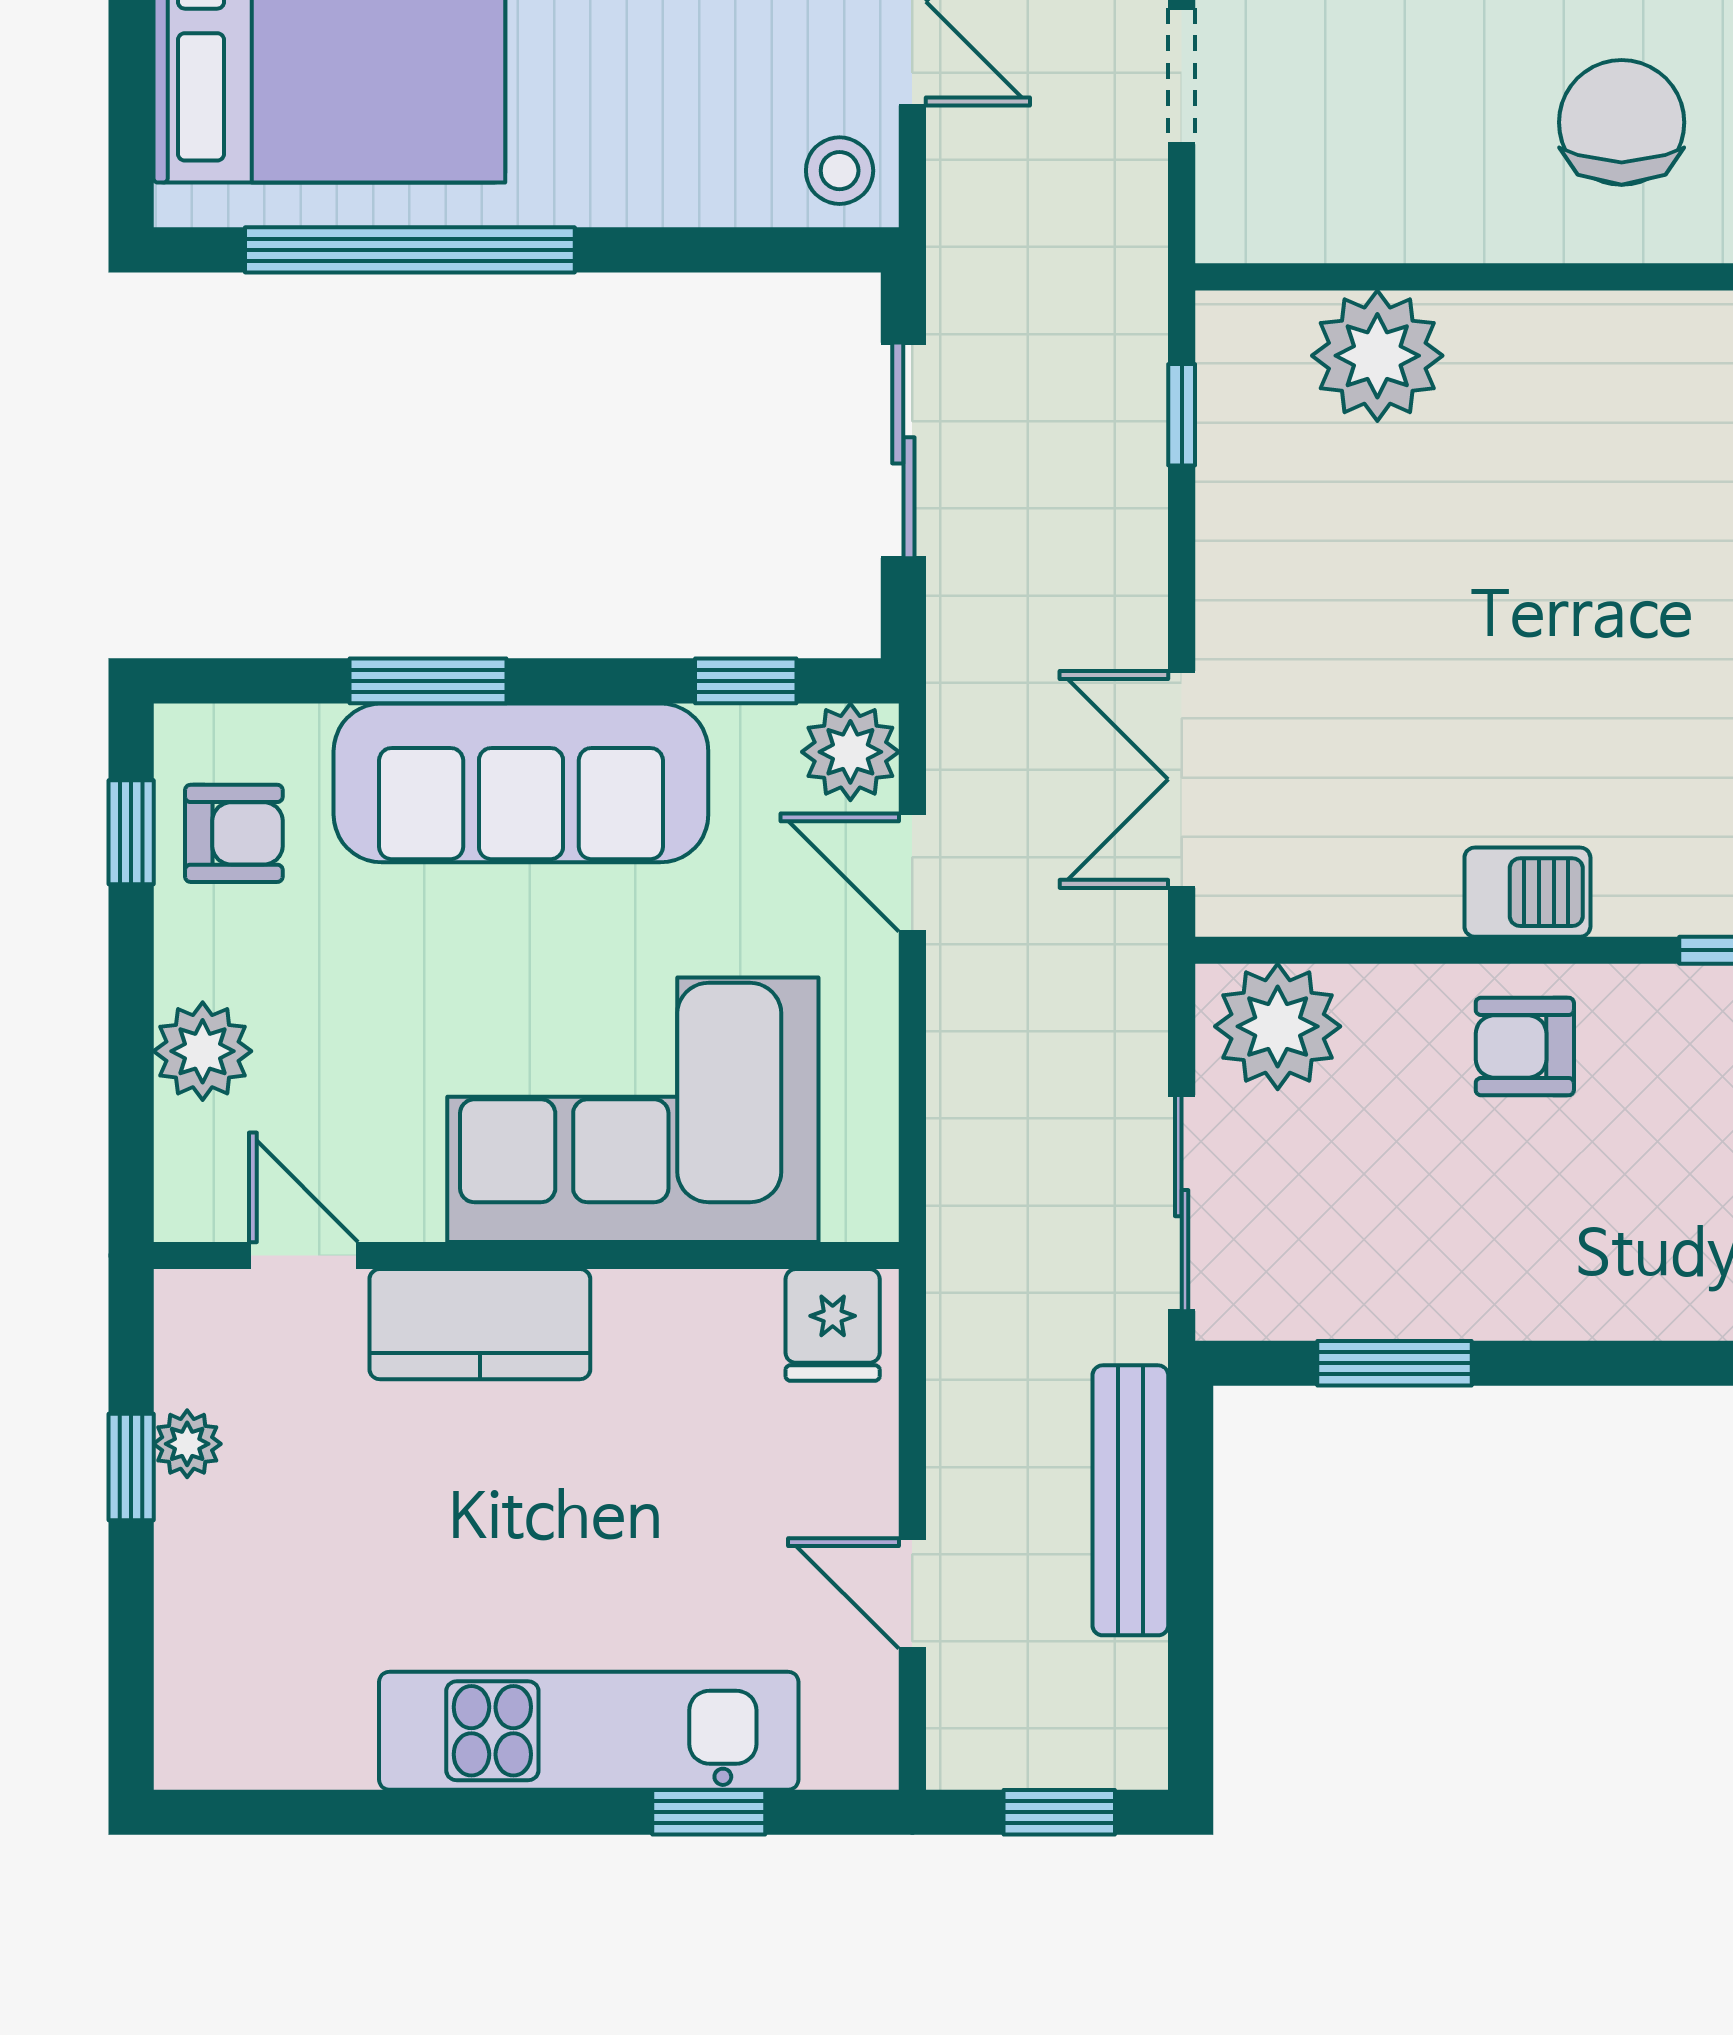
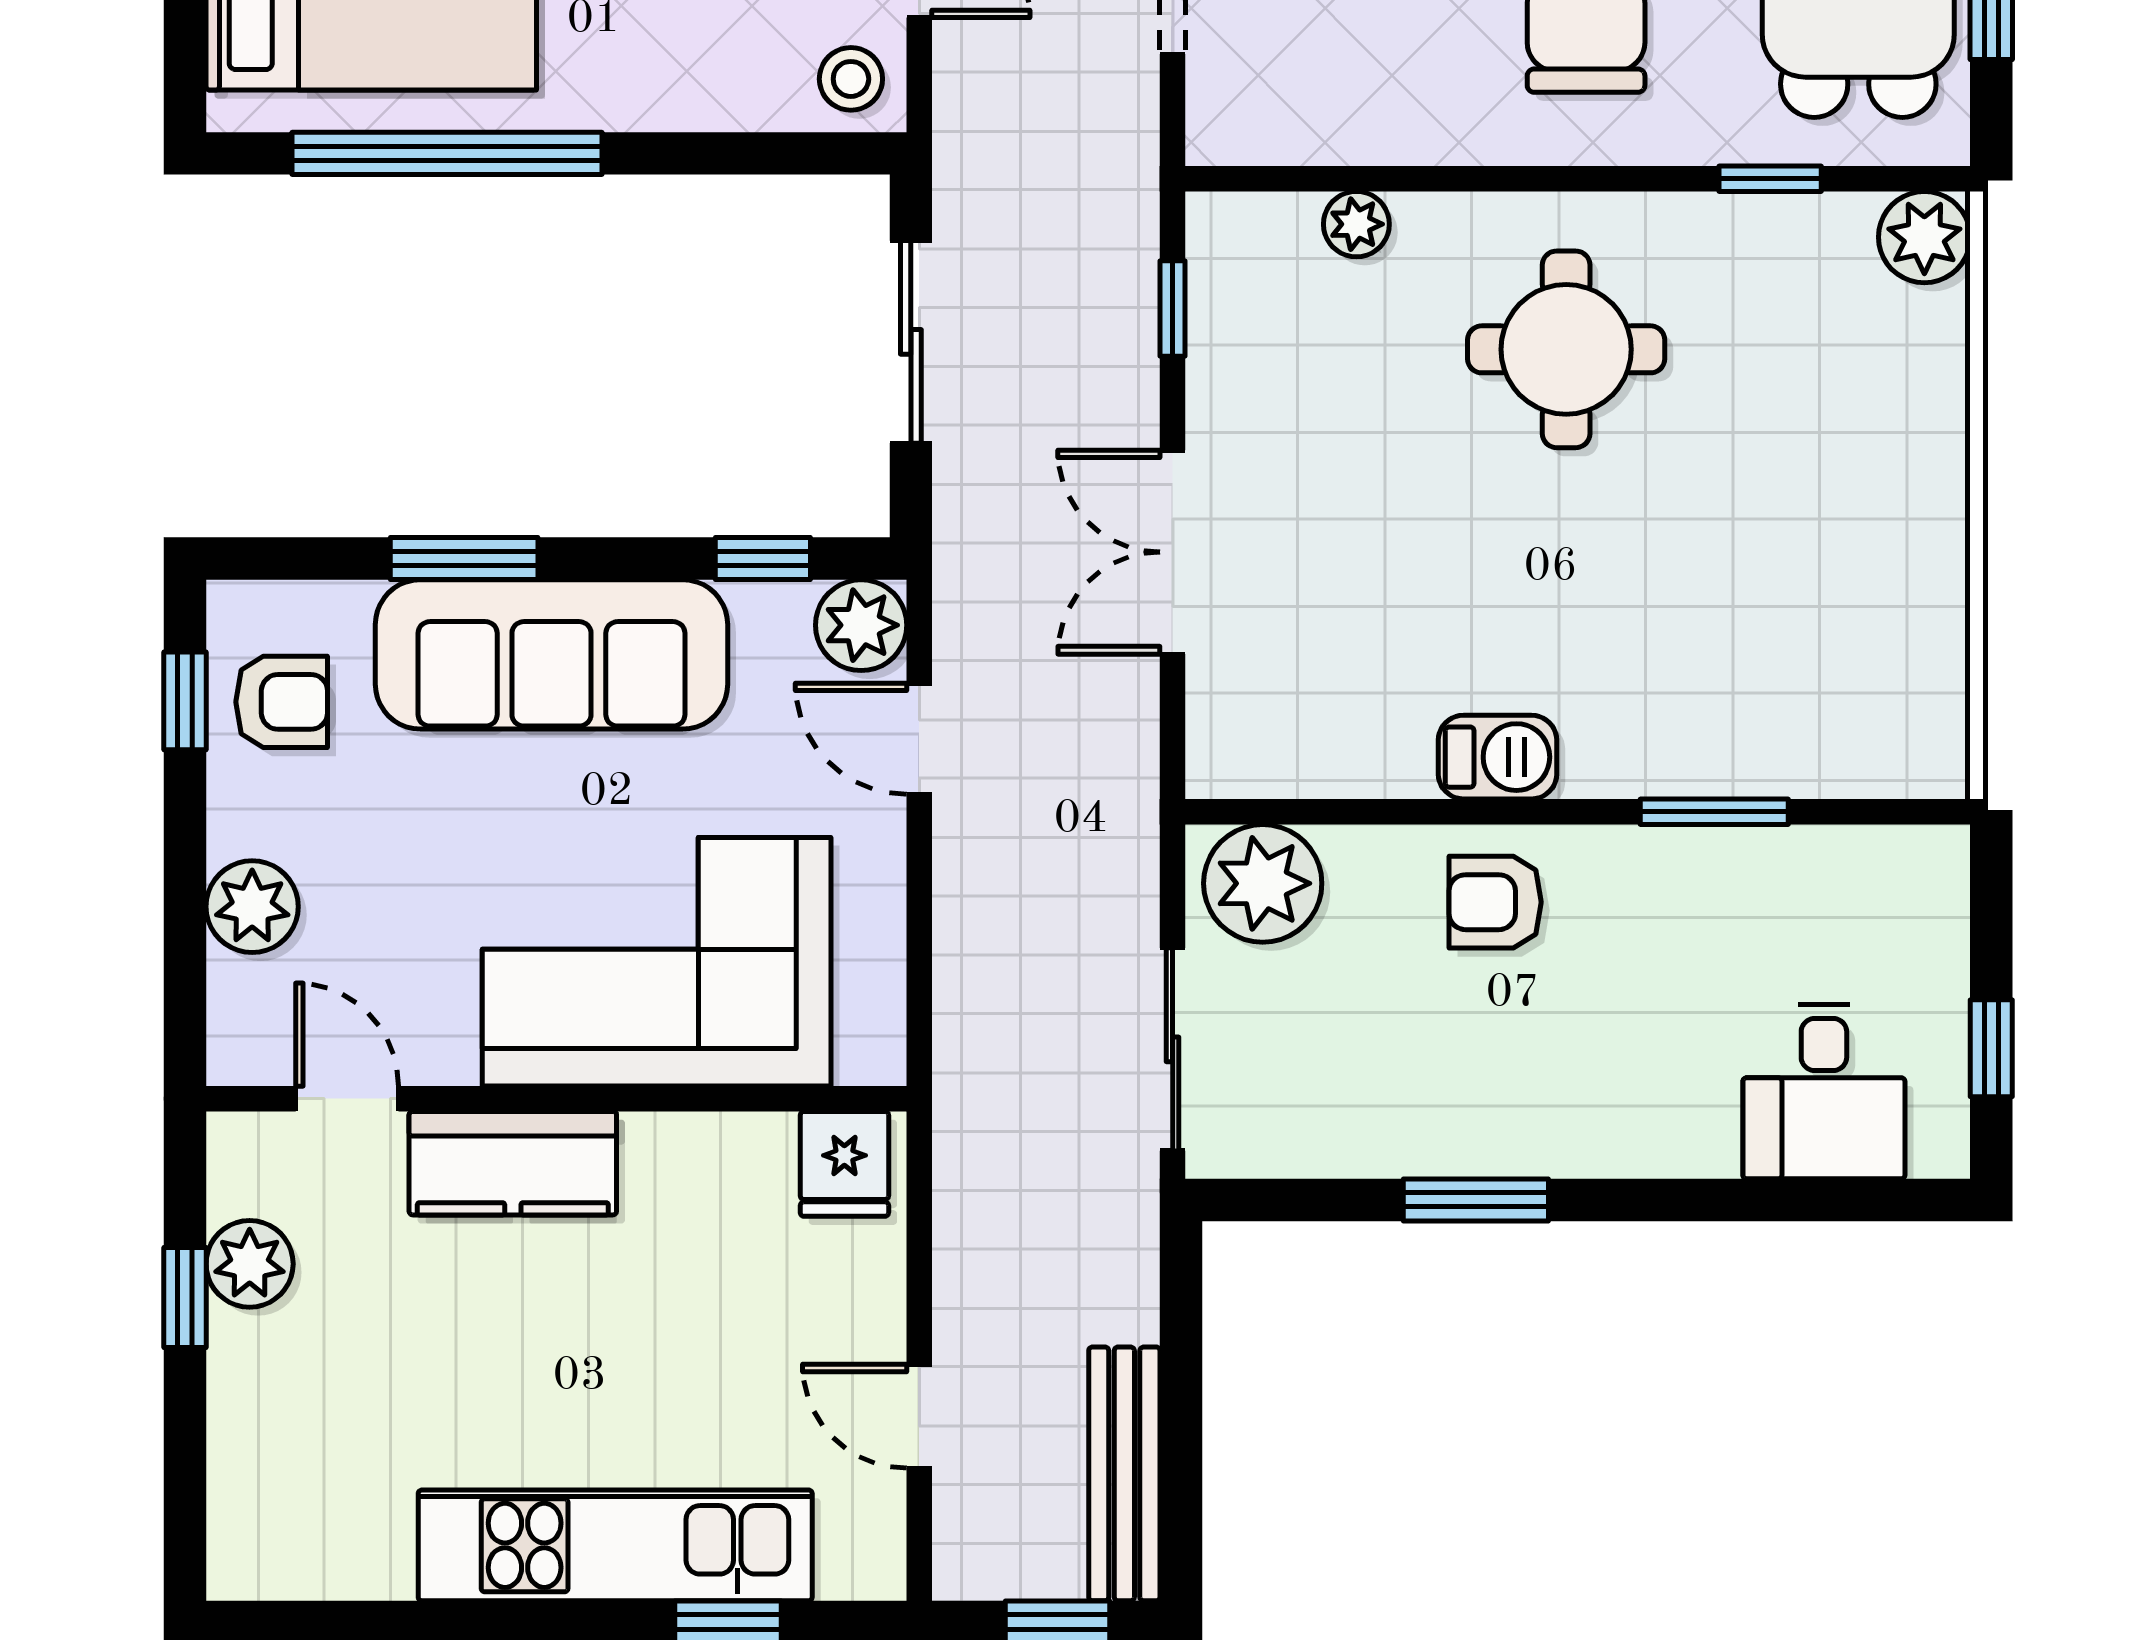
plant: (1377, 356) -> (1356, 224), width x0.53, depth x0.53
round table: (1600, 458) -> (1566, 349), added
double door: (1182, 779) -> (1173, 552), moved
window: (1394, 1363) -> (1476, 1200), moved
plant: (187, 1444) -> (250, 1264), width x1.38, depth x1.38
bench: (1130, 1500) -> (1124, 1474), moved

